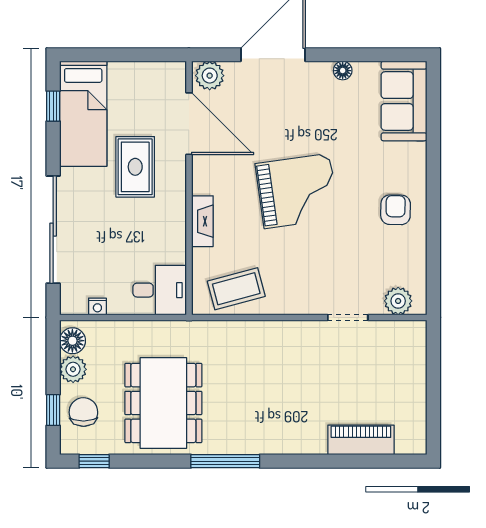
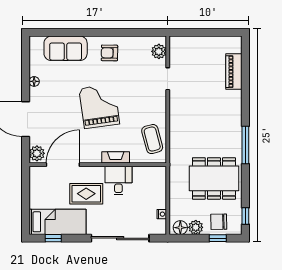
sofa: (404, 101) -> (66, 48), moved
desk: (160, 290) -> (118, 180), moved

